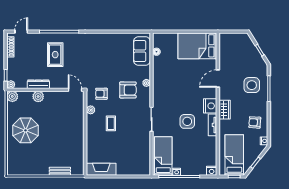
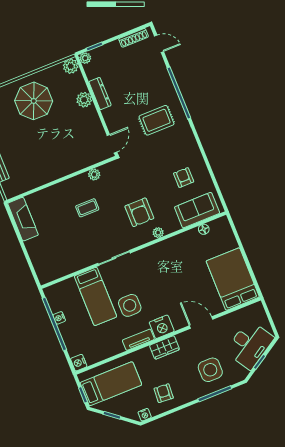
desk: (246, 52) -> (250, 345), added
rug: (55, 55) -> (157, 120), moved
armchair: (101, 94) -> (184, 178), moved
bed: (163, 156) -> (96, 296), moved, turned 90

